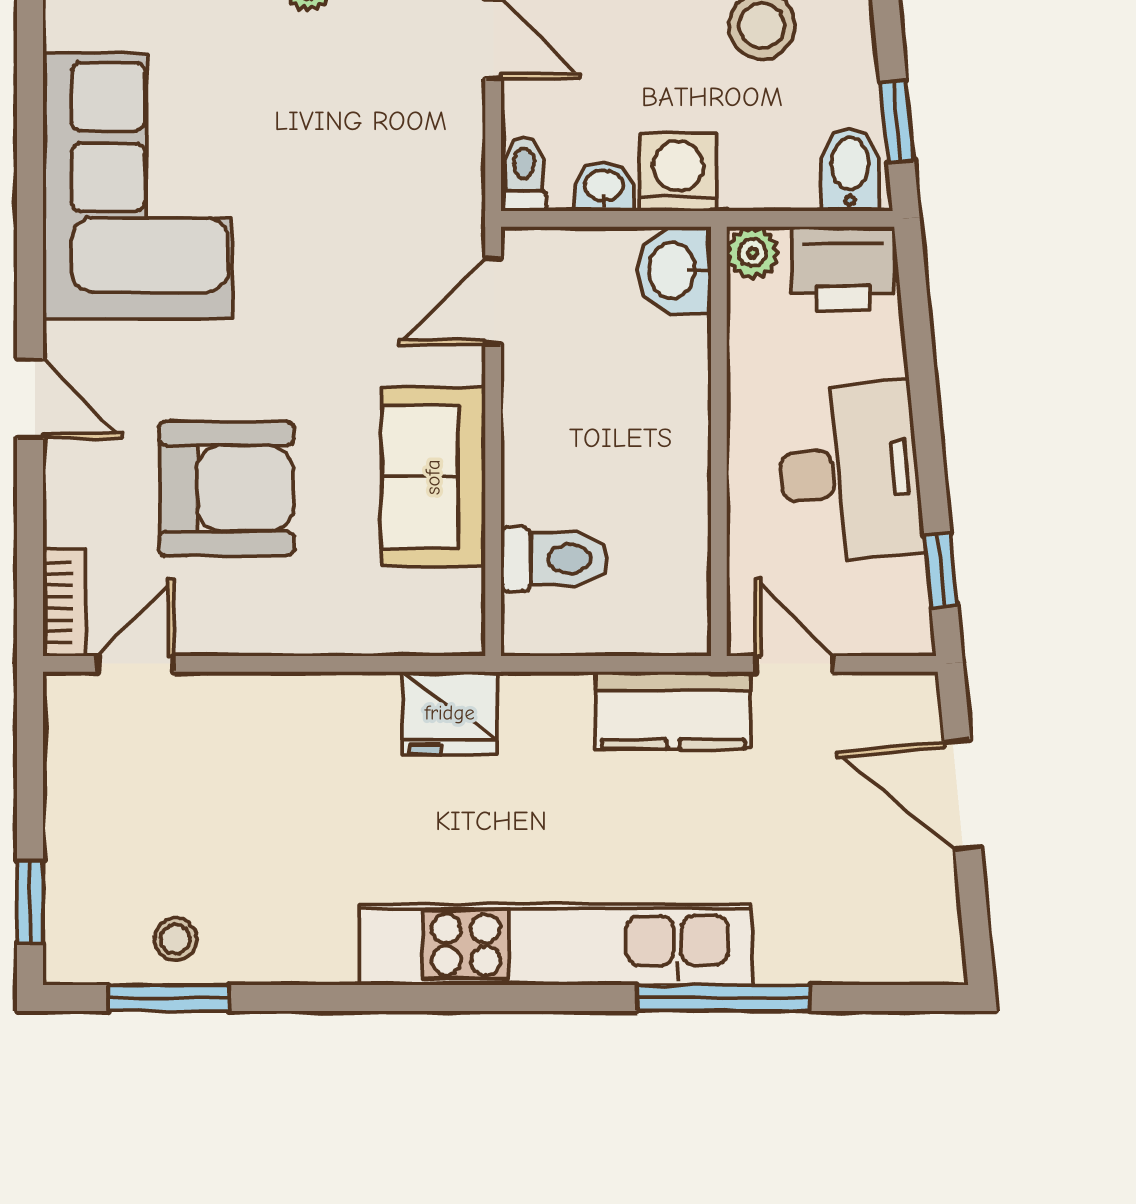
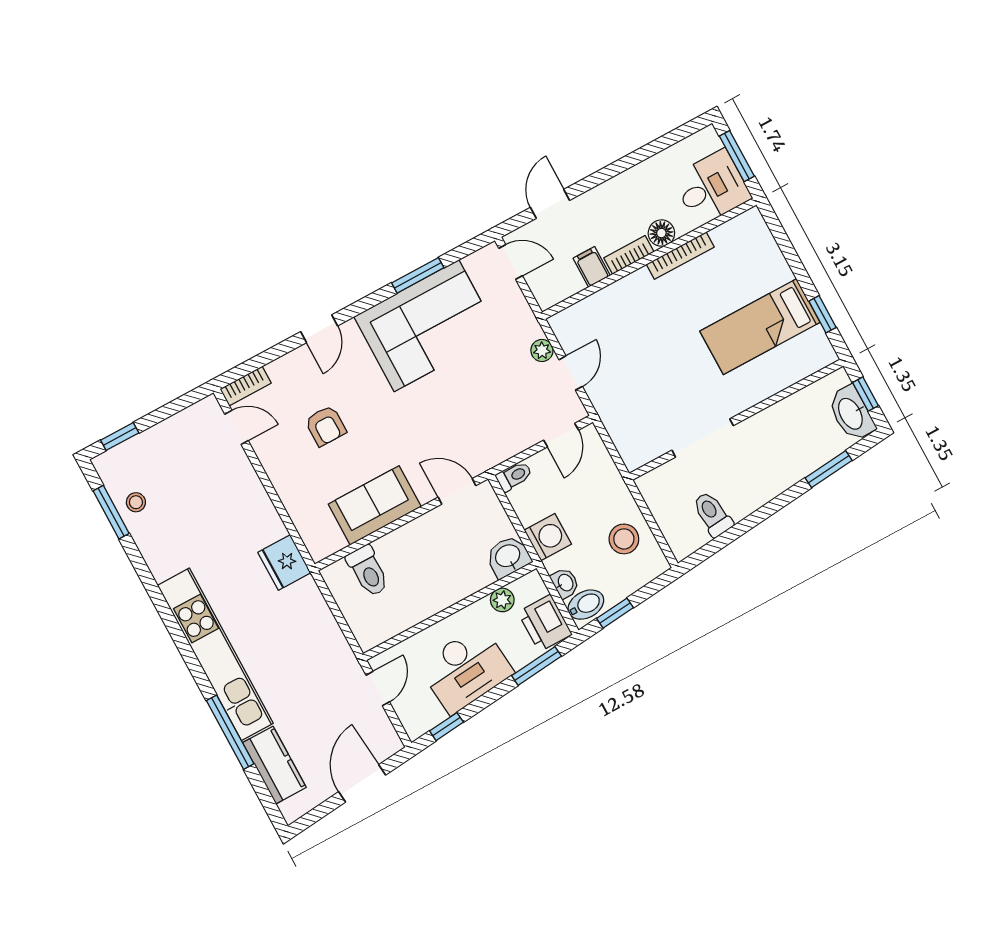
window: (30, 150) -> (418, 275), added
washbasin: (604, 187) -> (565, 583), moved
plant: (753, 253) -> (502, 600), moved
window: (917, 330) -> (536, 666), added
armchair: (227, 488) -> (326, 426), width x0.53, depth x0.53
kitchen counter: (673, 710) -> (274, 765), moved, turned 180

